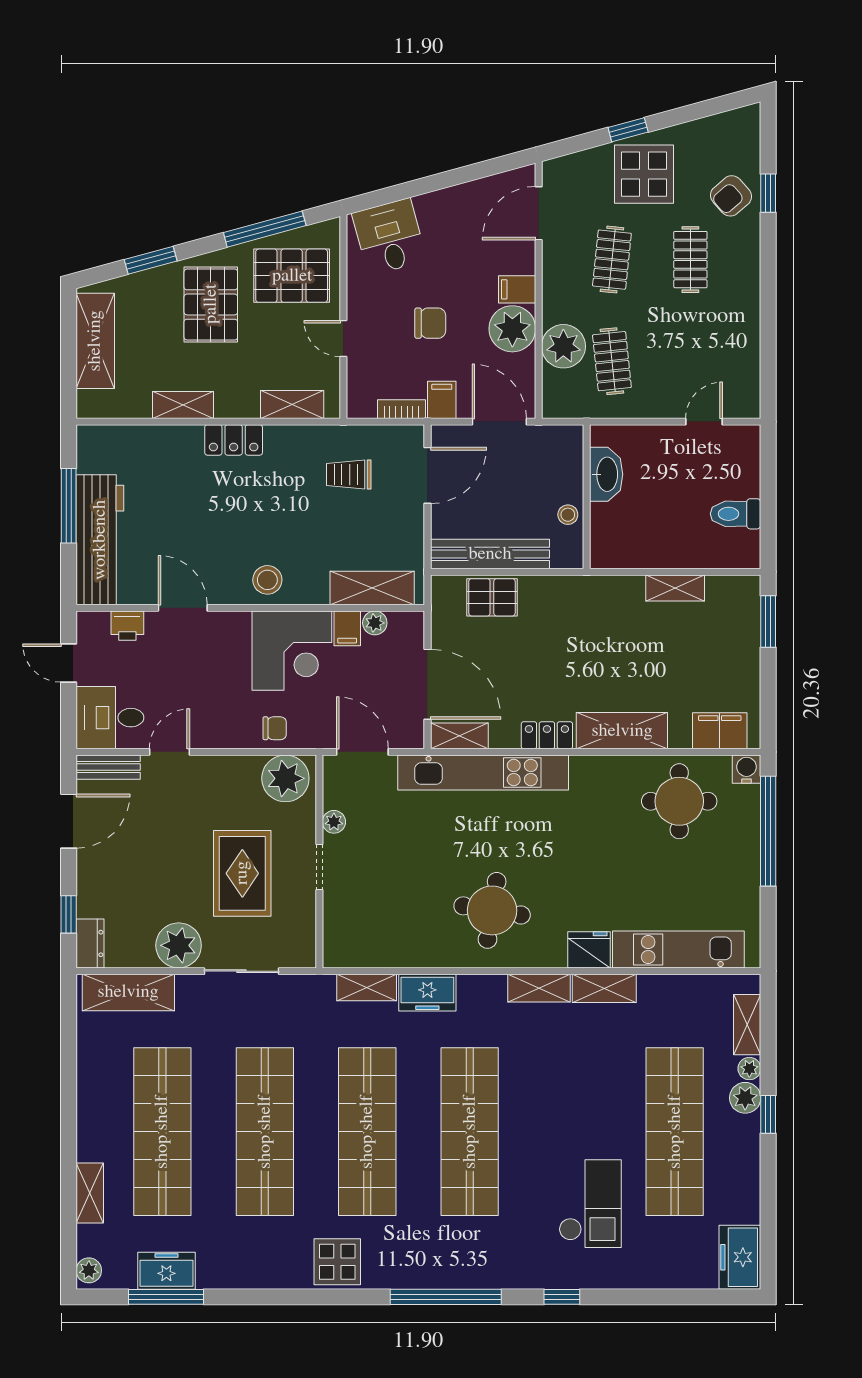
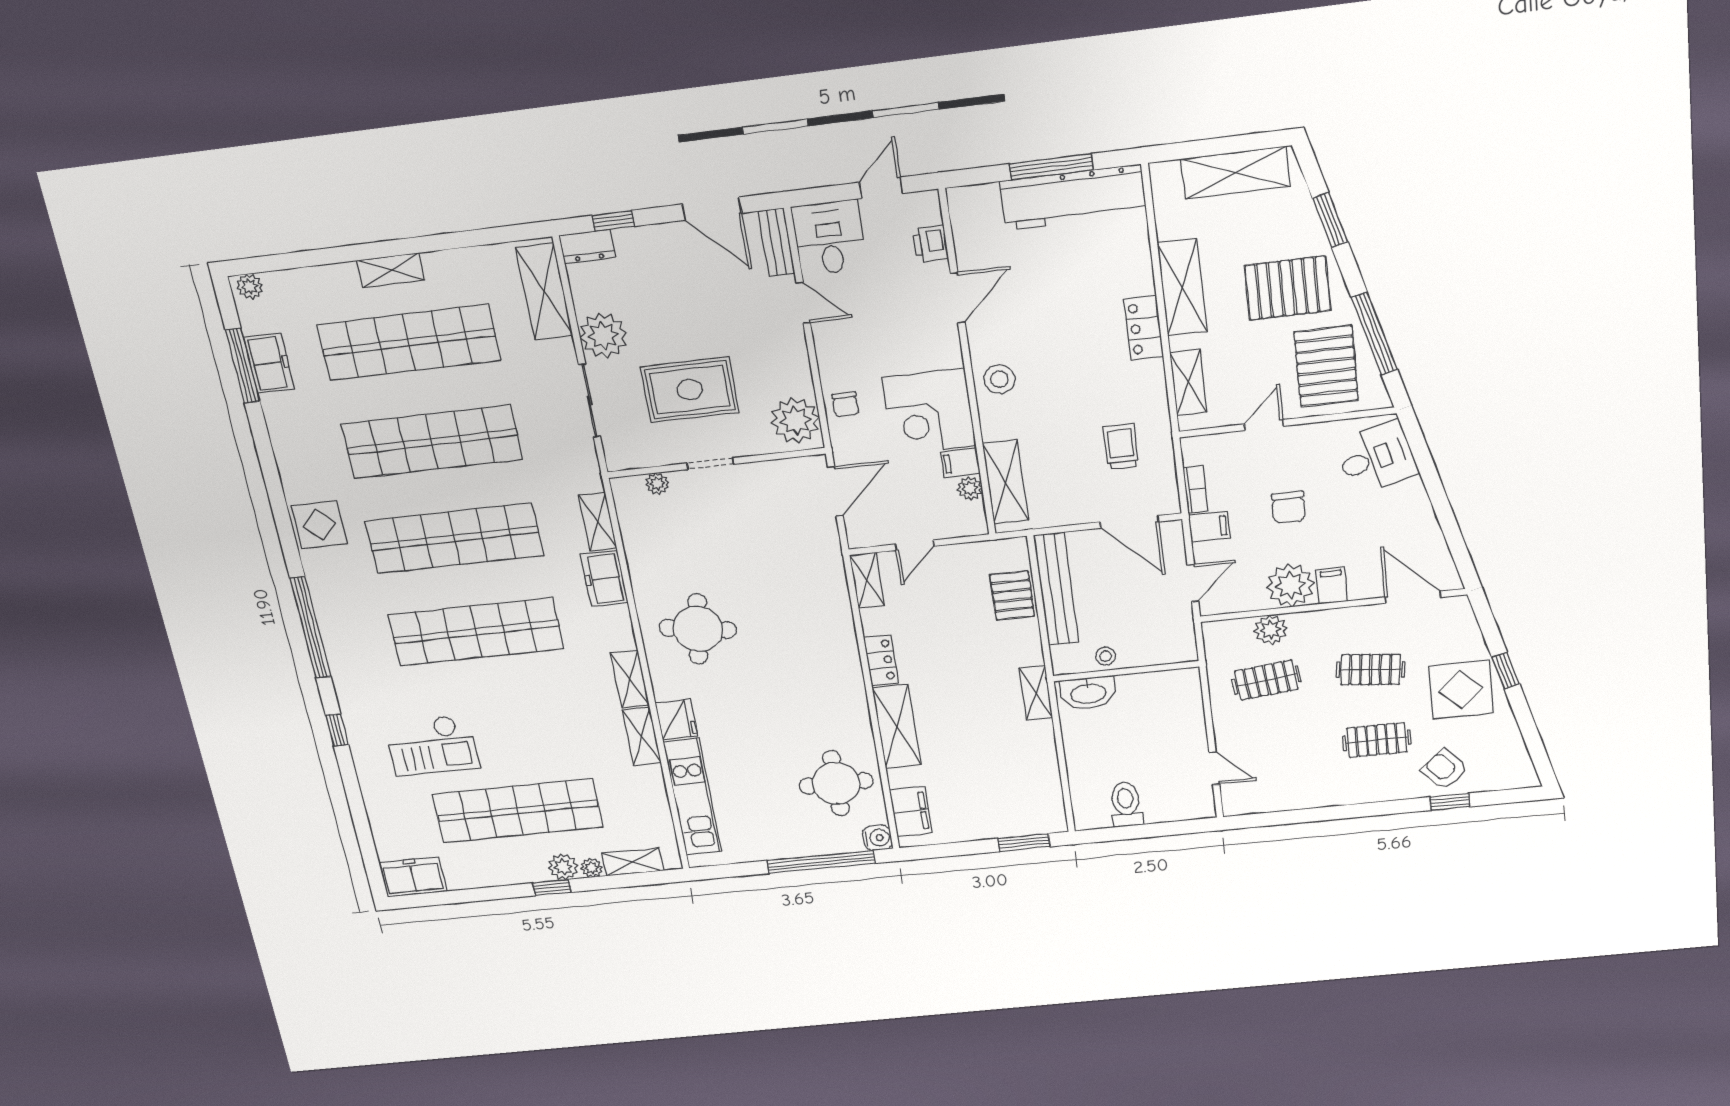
plant: (563, 346) -> (1271, 630), width x0.73, depth x0.73
shelving: (183, 405) -> (1182, 287), width x1.50, depth x1.33
door: (499, 422) -> (1193, 583), width x0.73
washbasin: (606, 474) -> (1088, 693), moved
workbench: (100, 540) -> (1073, 197), moved
shelving: (675, 588) -> (1036, 693), moved
door: (427, 684) -> (915, 545), width x0.53
kitchen unit: (483, 772) -> (834, 606), removed
plant: (334, 822) -> (657, 484), moved
shelving: (90, 1193) -> (391, 270), moved

